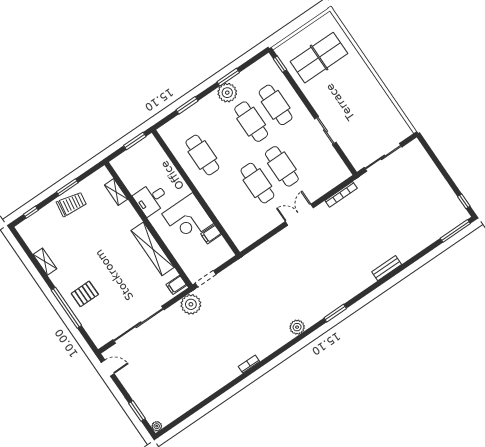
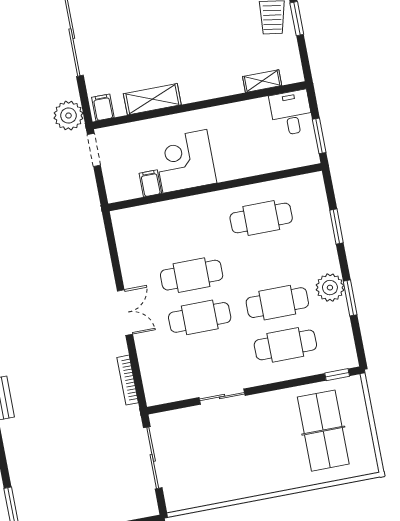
desk: (151, 199) -> (291, 113), moved
shelving: (153, 249) -> (152, 99), width x0.68

